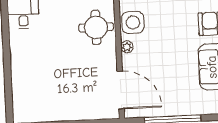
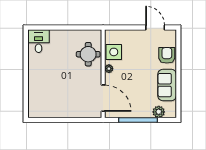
plant: (202, 106) -> (159, 112), added

